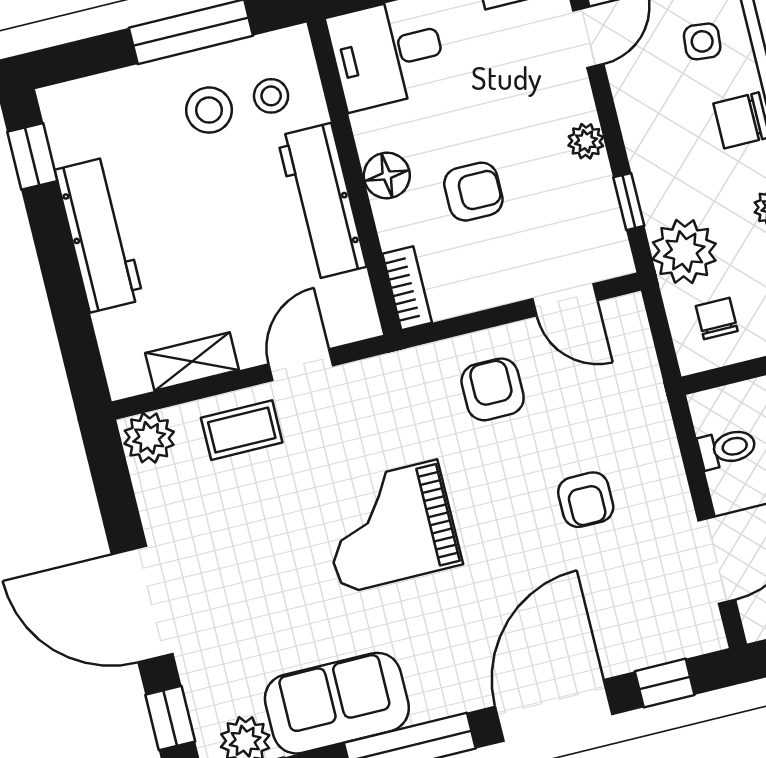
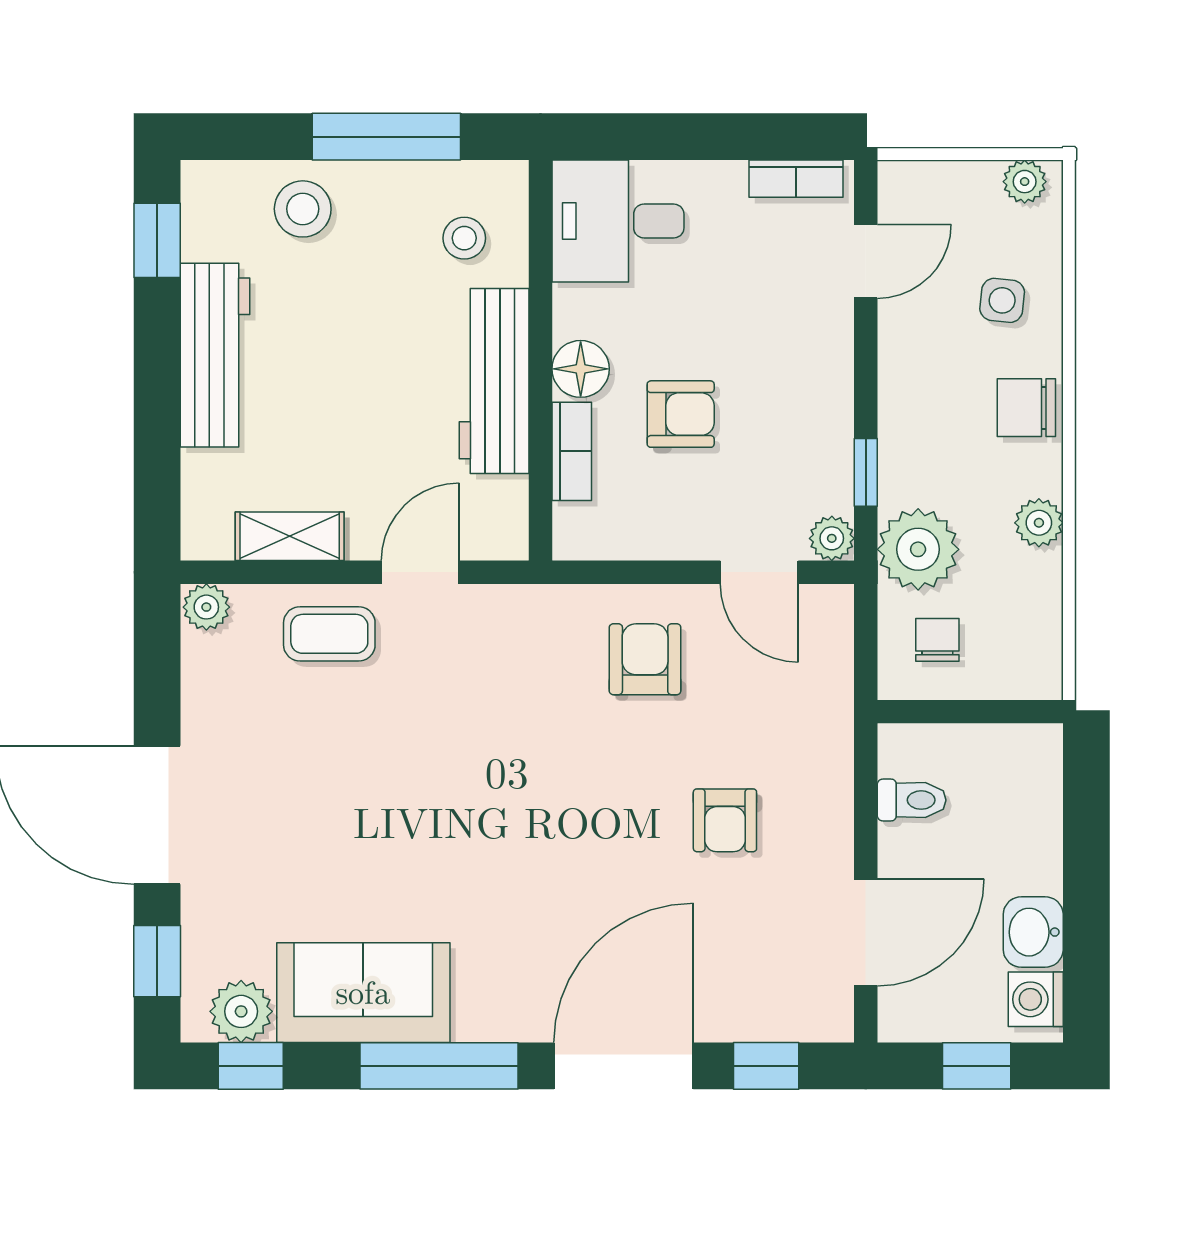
stool: (209, 110) -> (303, 209), moved
plant: (586, 141) -> (832, 538), moved
bookcase: (407, 288) -> (572, 451), moved
plant: (149, 438) -> (206, 607), width x0.73, depth x0.73
grand piano: (389, 527) -> (479, 795), removed

